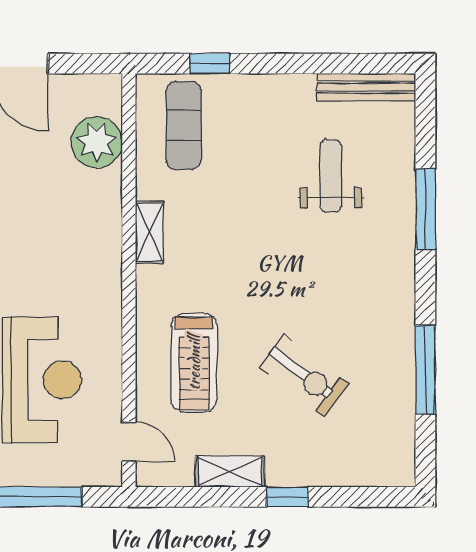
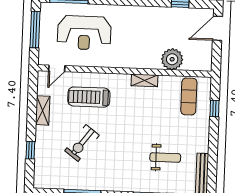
exercise mat: (184, 125) -> (189, 96), turned 90
plant: (97, 142) -> (172, 59), moved
window: (287, 497) -> (30, 150), moved

